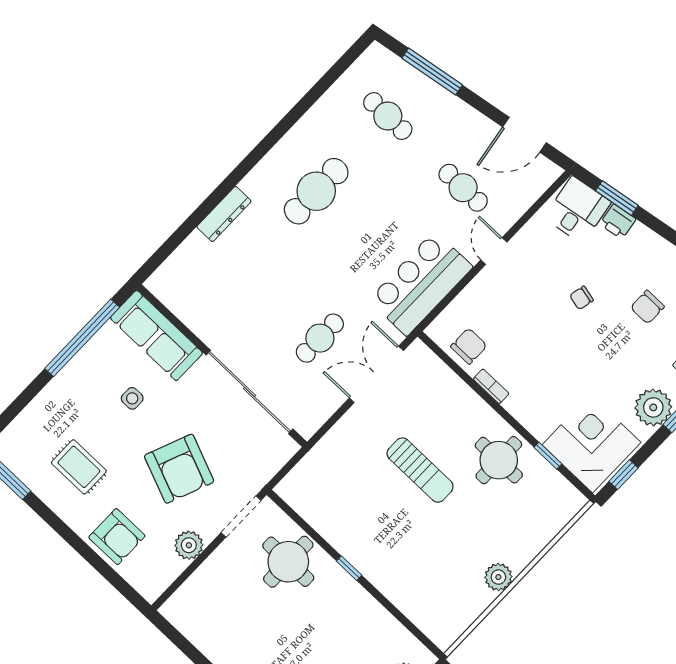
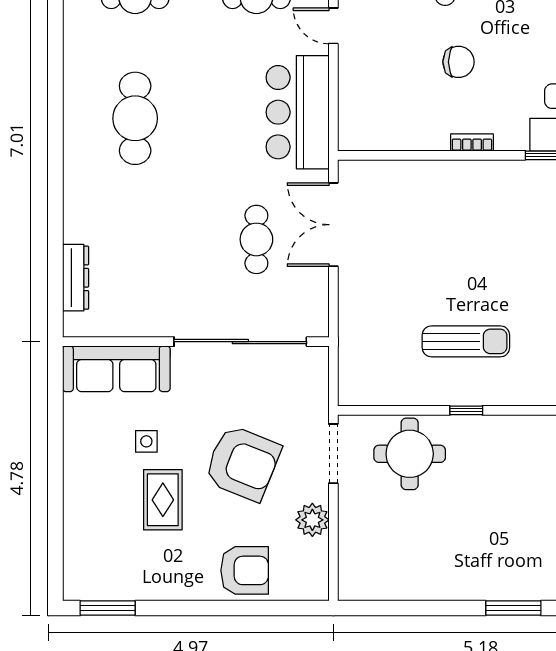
dresser: (224, 214) -> (76, 278), moved
window: (82, 338) -> (55, 431), removed
chair: (469, 346) -> (458, 62), moved, turned 90
bookcase: (491, 386) -> (472, 142), moved
round table: (499, 460) -> (506, 199), removed
rug: (79, 467) -> (163, 500), moved, turned 90
sun lounger: (420, 470) -> (466, 341), moved

